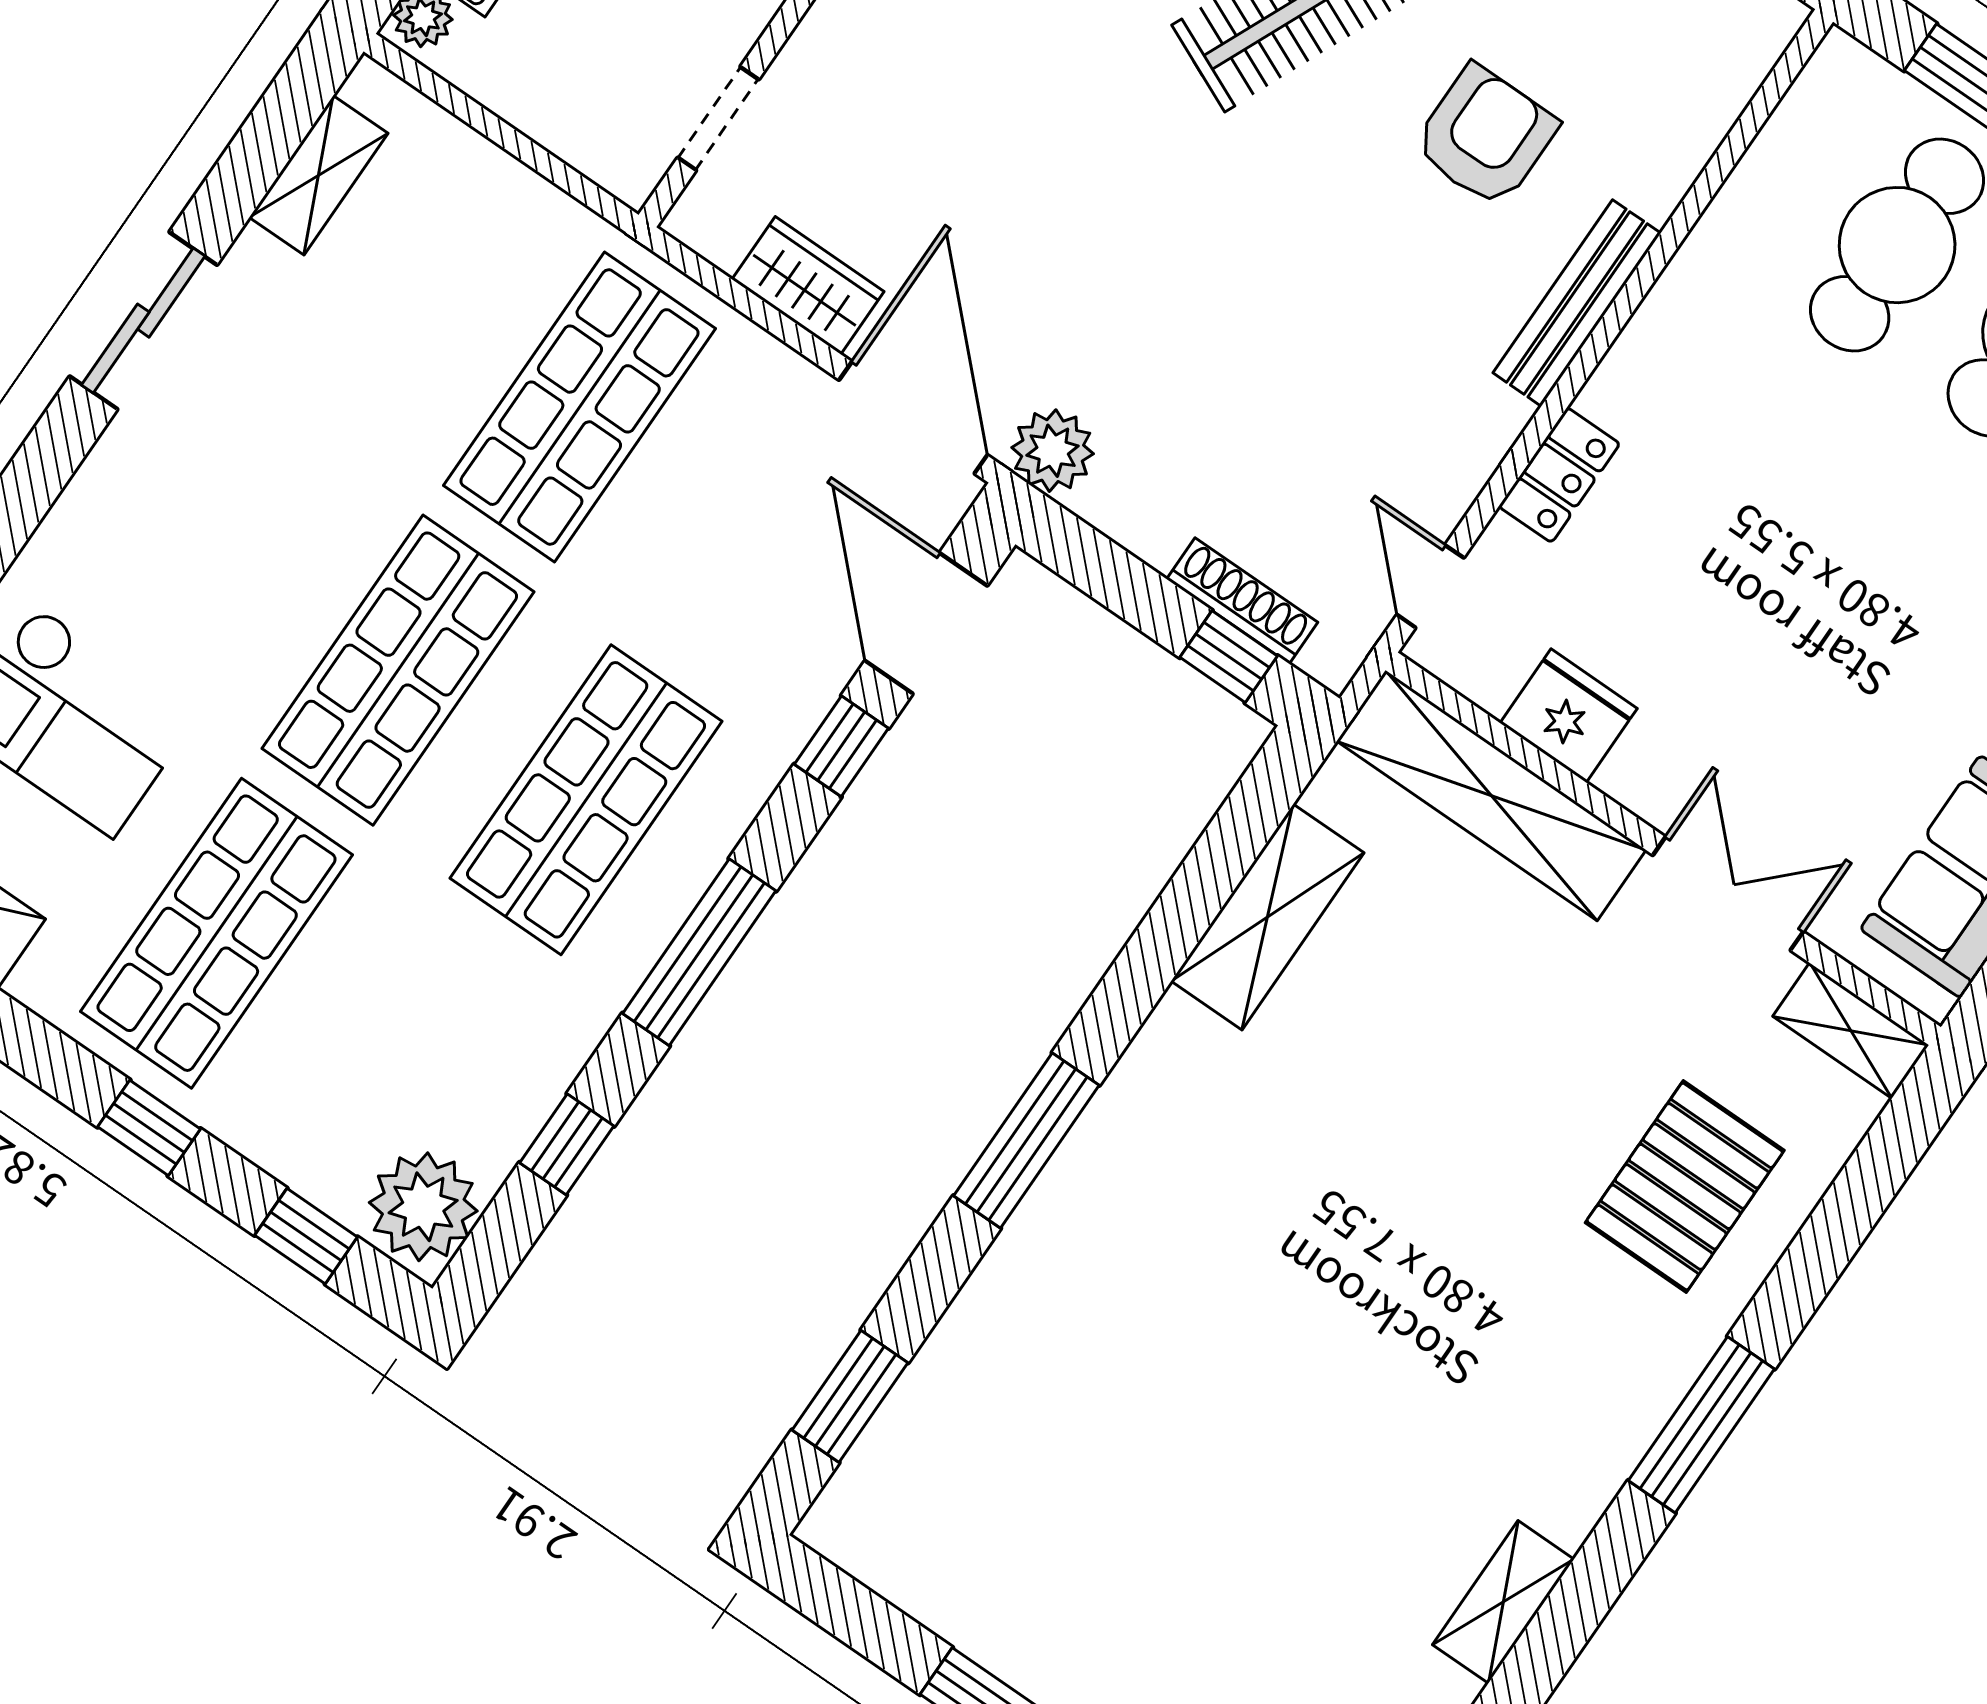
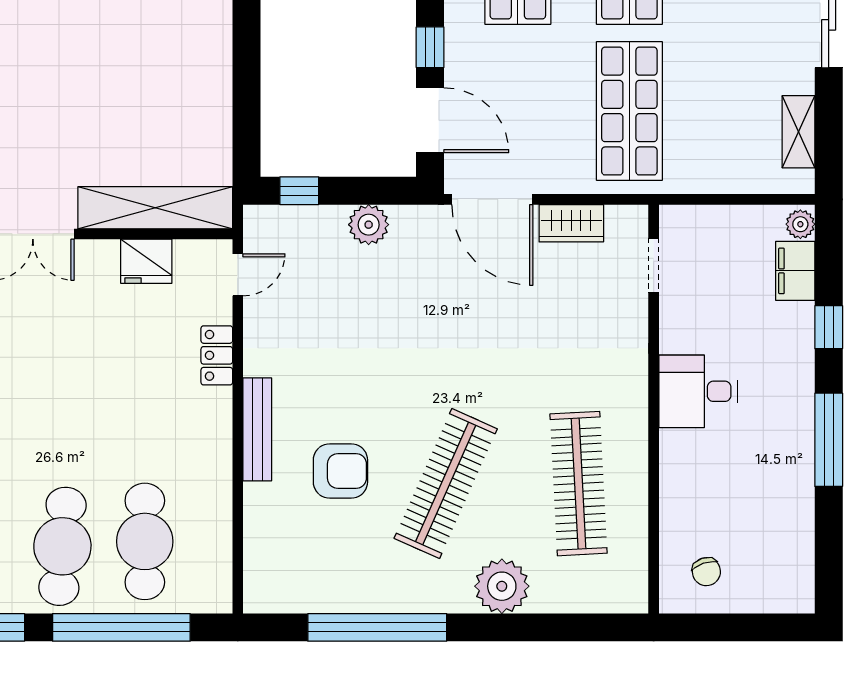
armchair: (1485, 136) -> (340, 471), turned -90
plant: (1053, 451) -> (369, 225), moved
door: (1430, 586) -> (238, 275), hinge flipped
shoe rack: (1242, 601) -> (309, 217), removed
shelving: (1268, 917) -> (211, 97), removed

